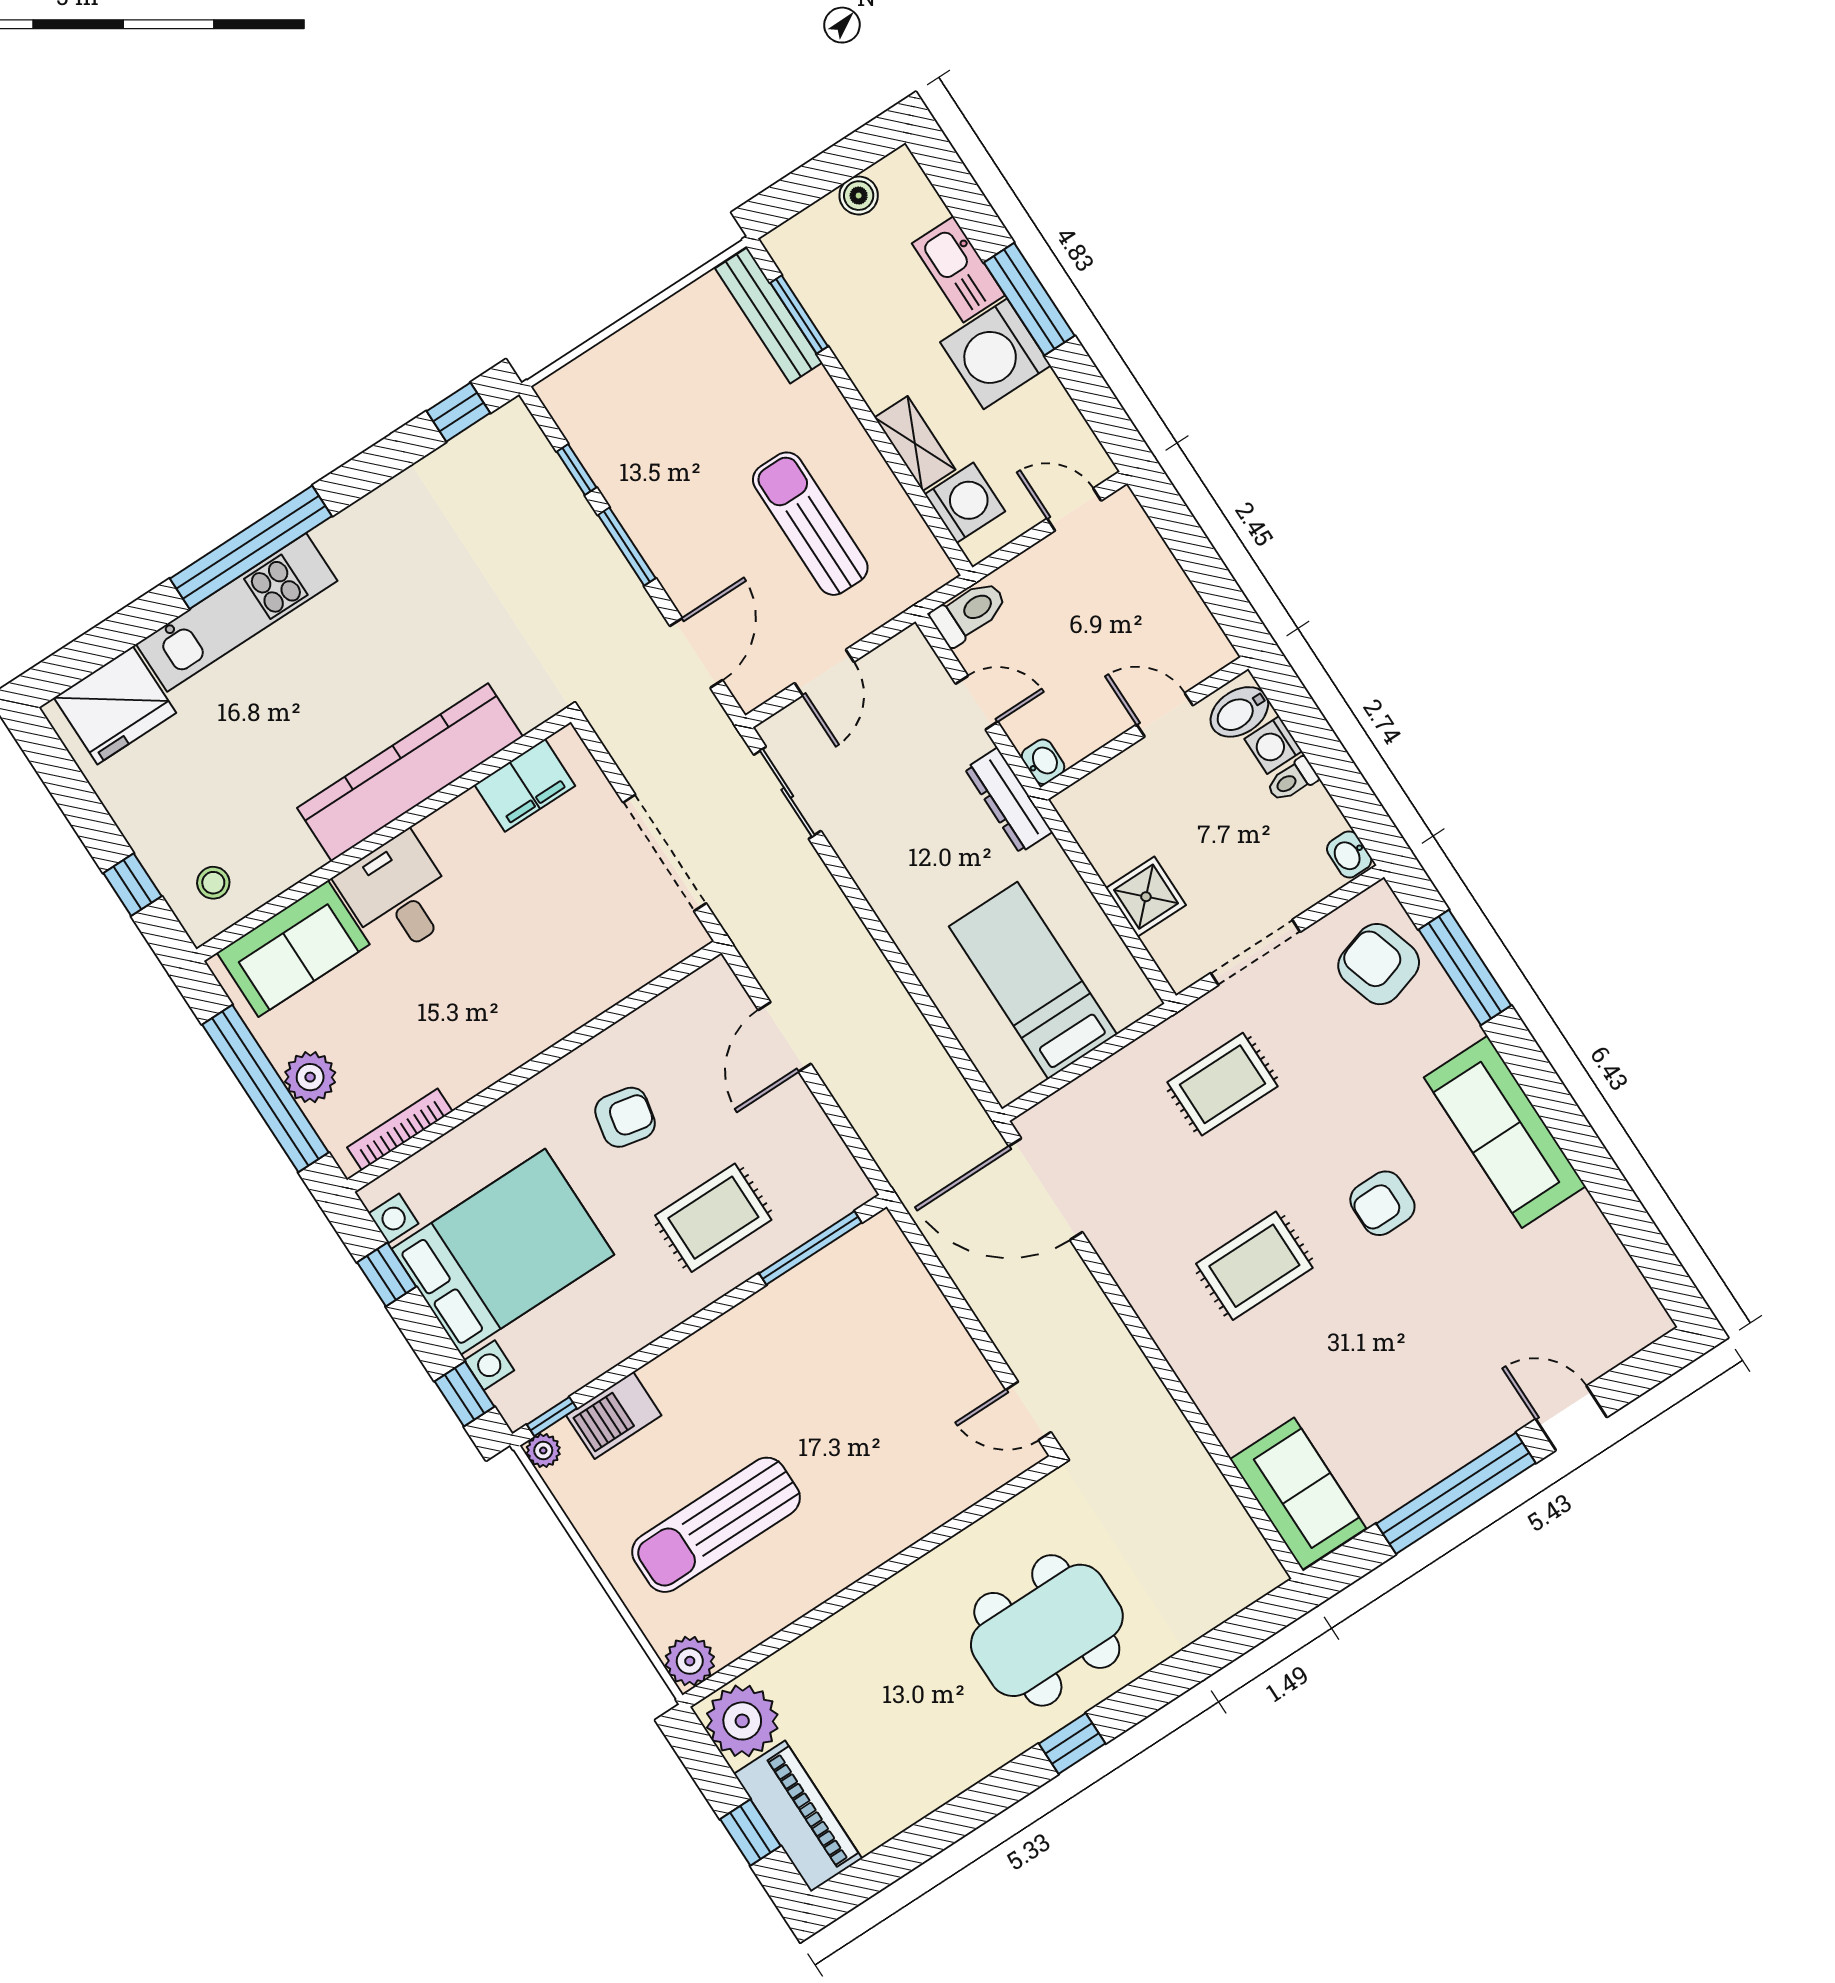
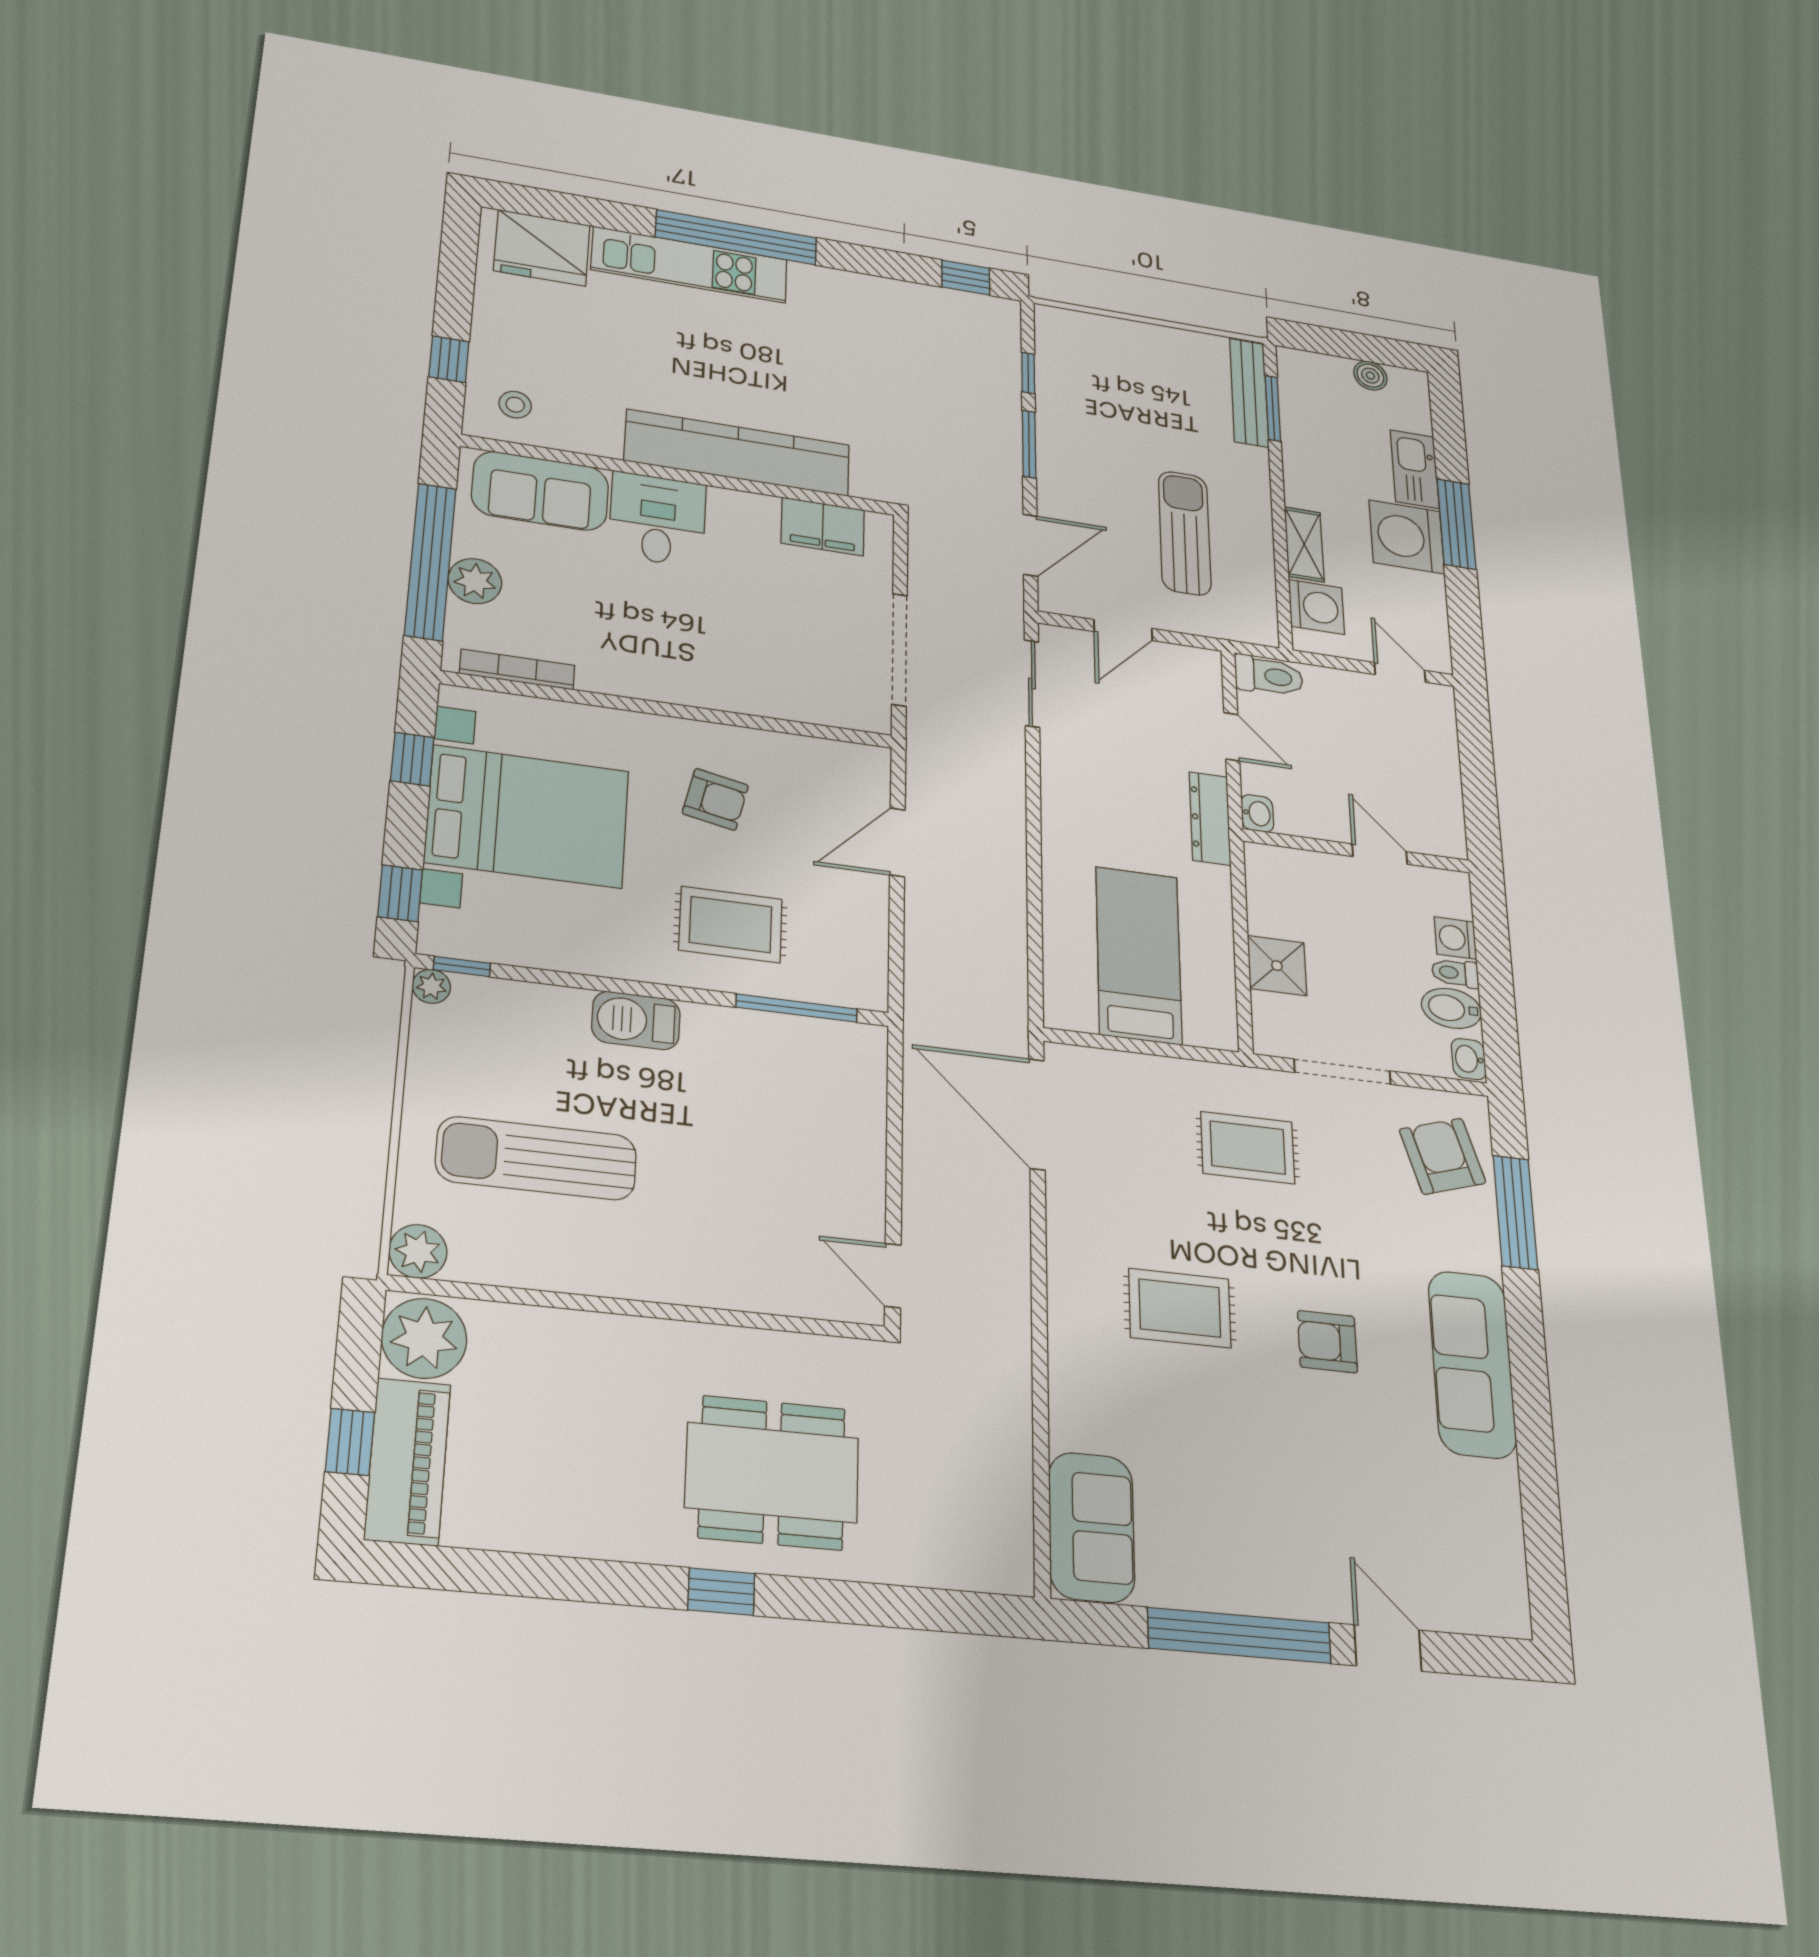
bidet: (1239, 712) -> (1451, 1008), moved
barbecue: (614, 1415) -> (636, 1020), moved

